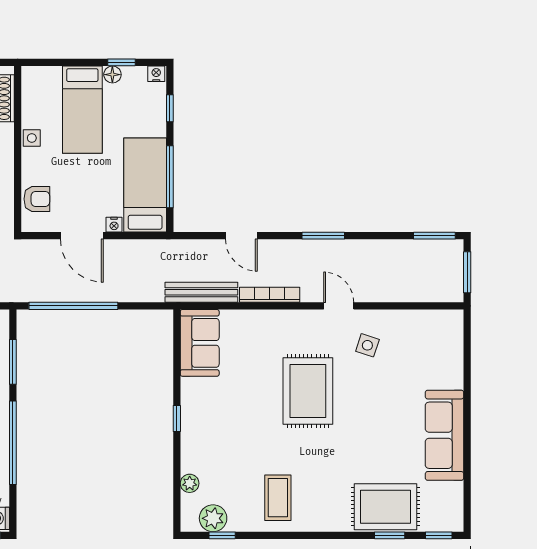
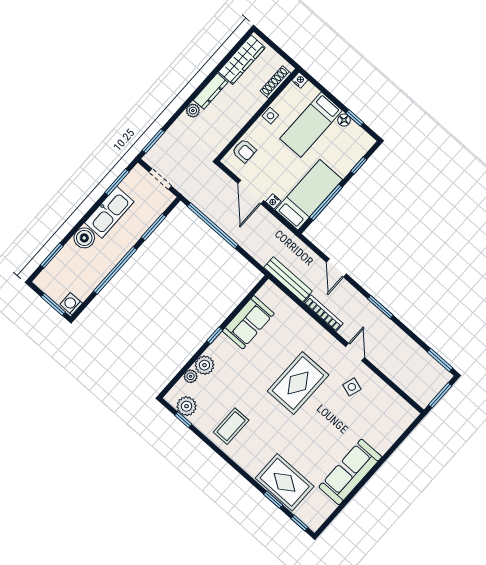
nightstand: (156, 74) -> (300, 80), moved
sofa: (200, 343) -> (248, 322), moved
plant: (194, 459) -> (204, 365), added

